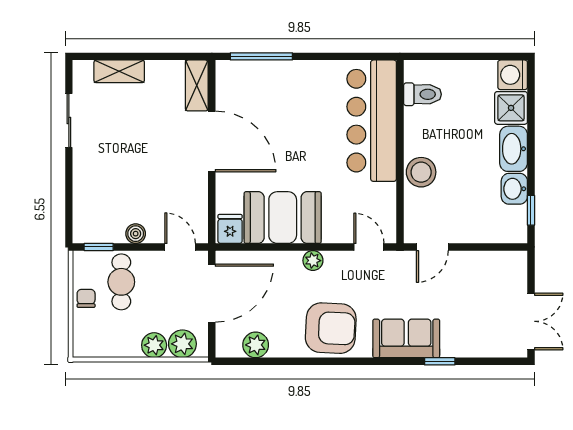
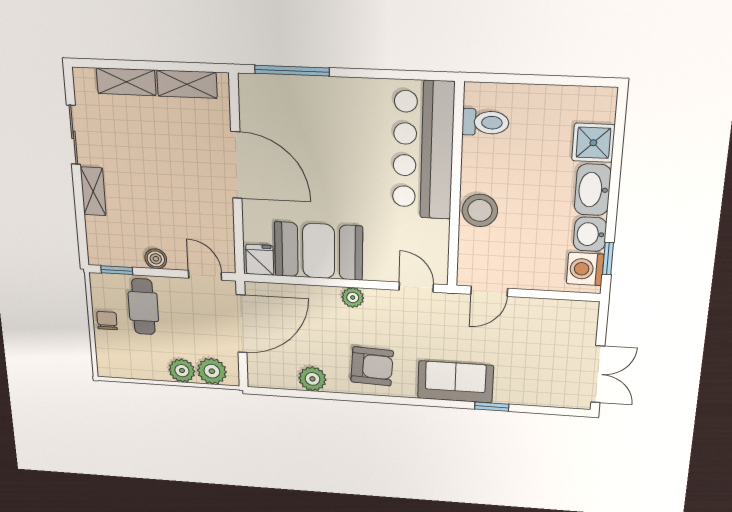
washing machine: (513, 75) -> (585, 269), moved
shelving: (197, 85) -> (187, 84), moved, turned 90
shelving: (83, 172) -> (93, 191), added
armchair: (331, 328) -> (372, 366), width x0.73, depth x0.73
plant: (256, 345) -> (312, 379), moved

